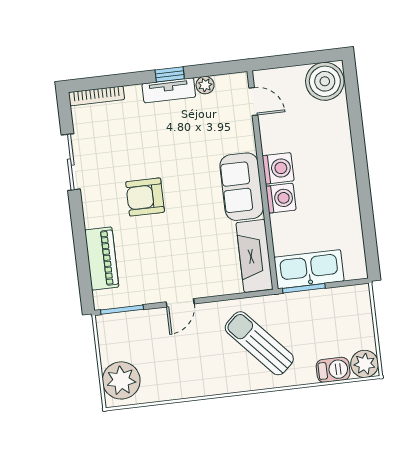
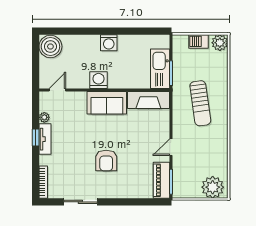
washing machine: (281, 198) -> (109, 43), moved, turned 180
piano: (102, 258) -> (161, 180), moved, turned -90
door: (180, 303) -> (171, 147), swing flipped
sun lounger: (259, 343) -> (200, 103), turned -56
barbecue: (333, 370) -> (198, 41), moved, turned -90

